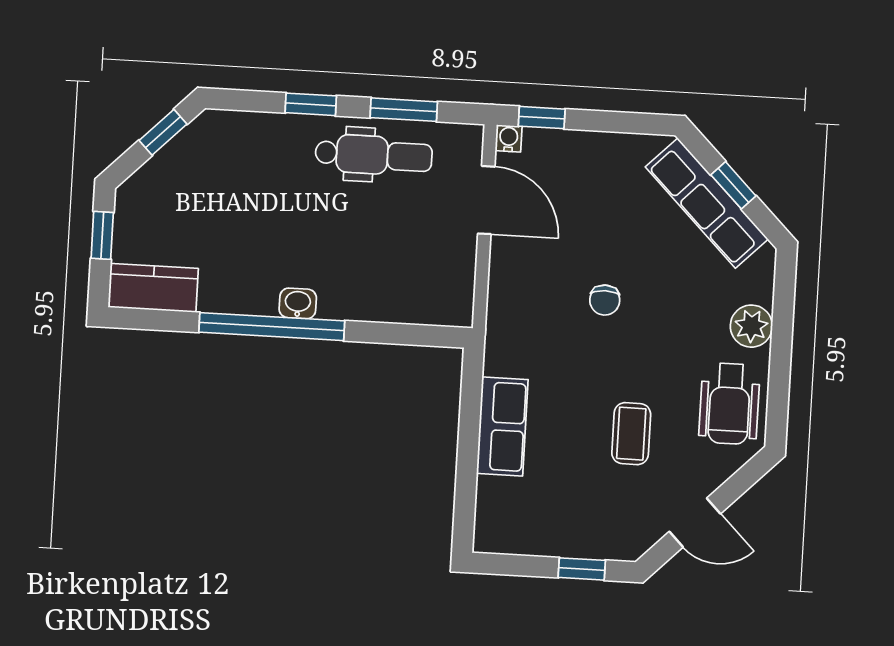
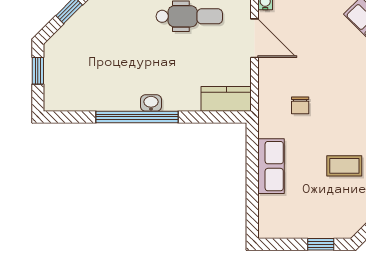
kitchen counter: (153, 288) -> (226, 99), moved
chair: (605, 300) -> (300, 105), moved
coffee table: (631, 434) -> (344, 166), turned 90

